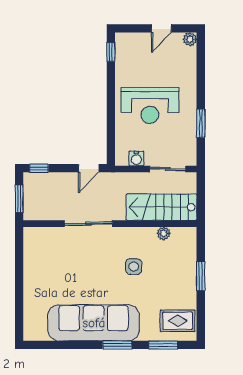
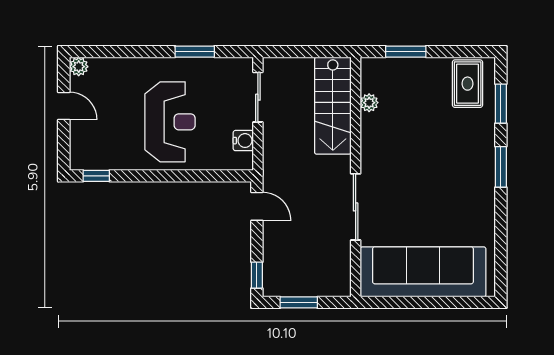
stairs: (162, 207) -> (333, 106), moved
sliding door: (88, 224) -> (356, 207), moved
wall: (110, 224) -> (356, 177), moved
plant: (164, 233) -> (369, 103), moved
side table: (134, 267) -> (393, 144), removed
sofa: (94, 323) -> (423, 272), moved, turned 90

